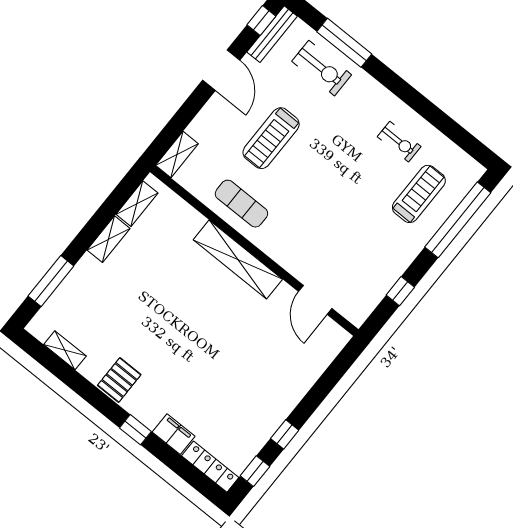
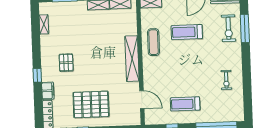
treadmill: (419, 194) -> (185, 104), moved, turned 180
door: (315, 300) -> (142, 100), swing flipped
pallet: (119, 380) -> (66, 63), moved, turned 90
pallet: (254, 385) -> (91, 104), added

